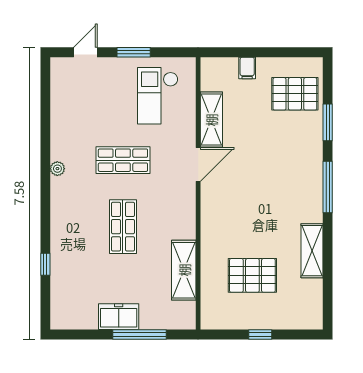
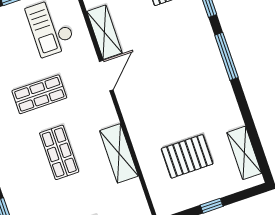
shelving: (312, 251) -> (244, 153), moved
shelving: (184, 270) -> (119, 153), moved

